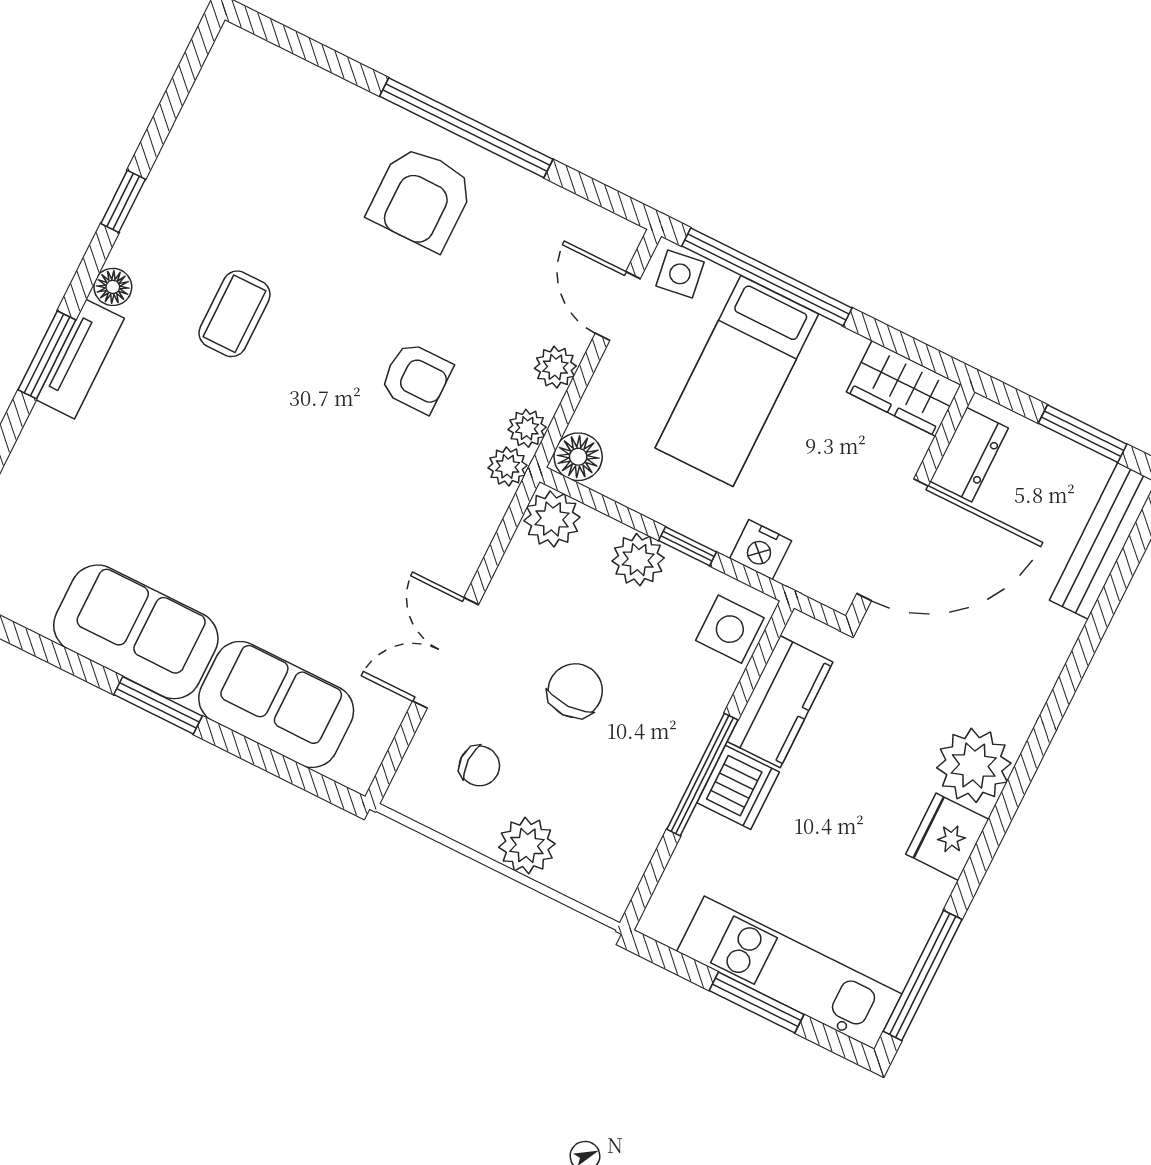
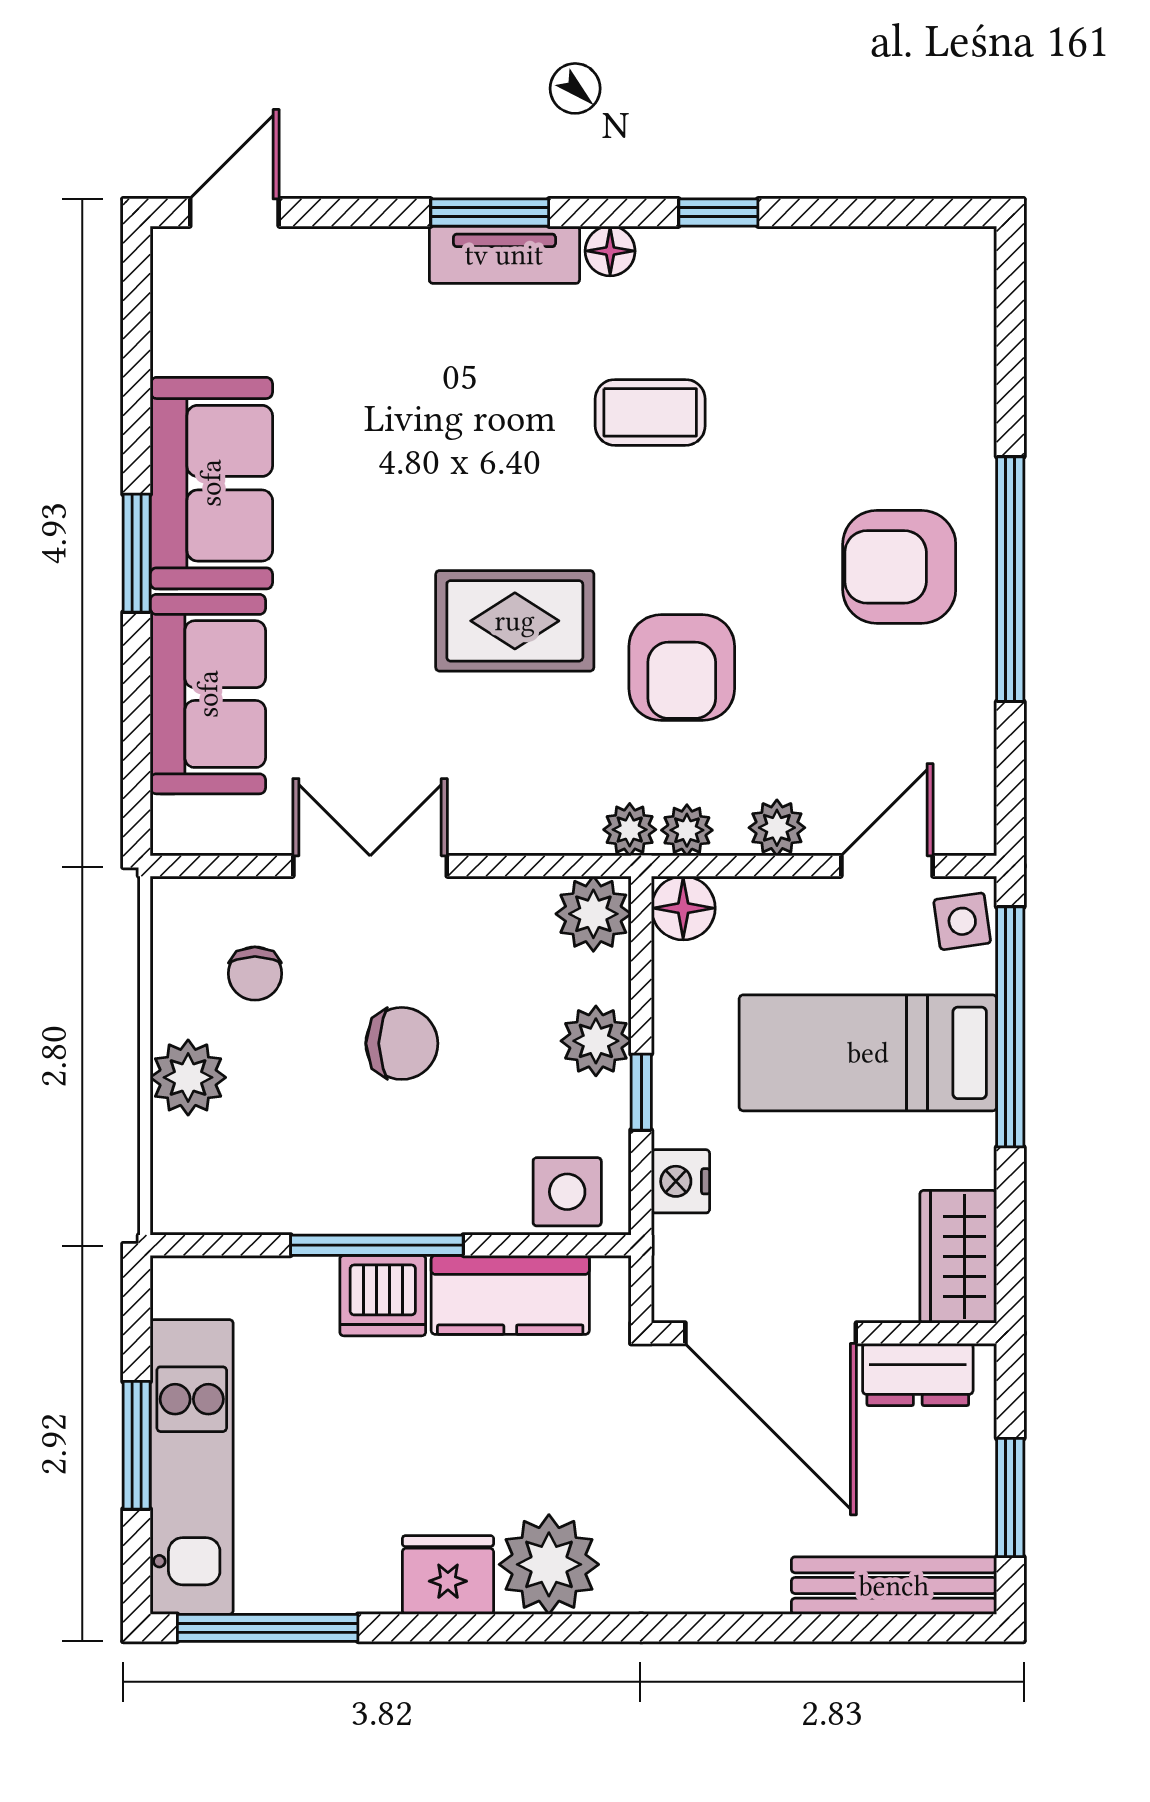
armchair: (416, 378) -> (682, 668), width x1.38, depth x1.38
rug: (329, 474) -> (515, 621), added

